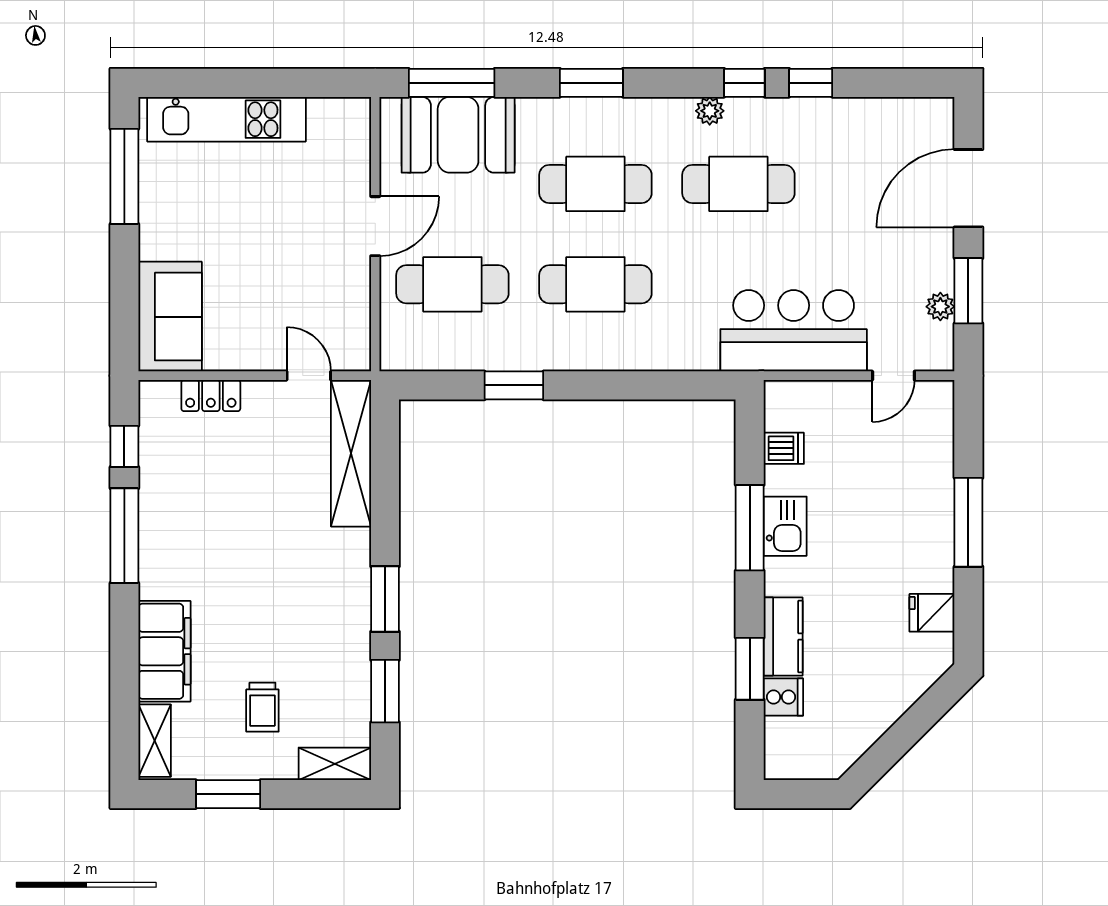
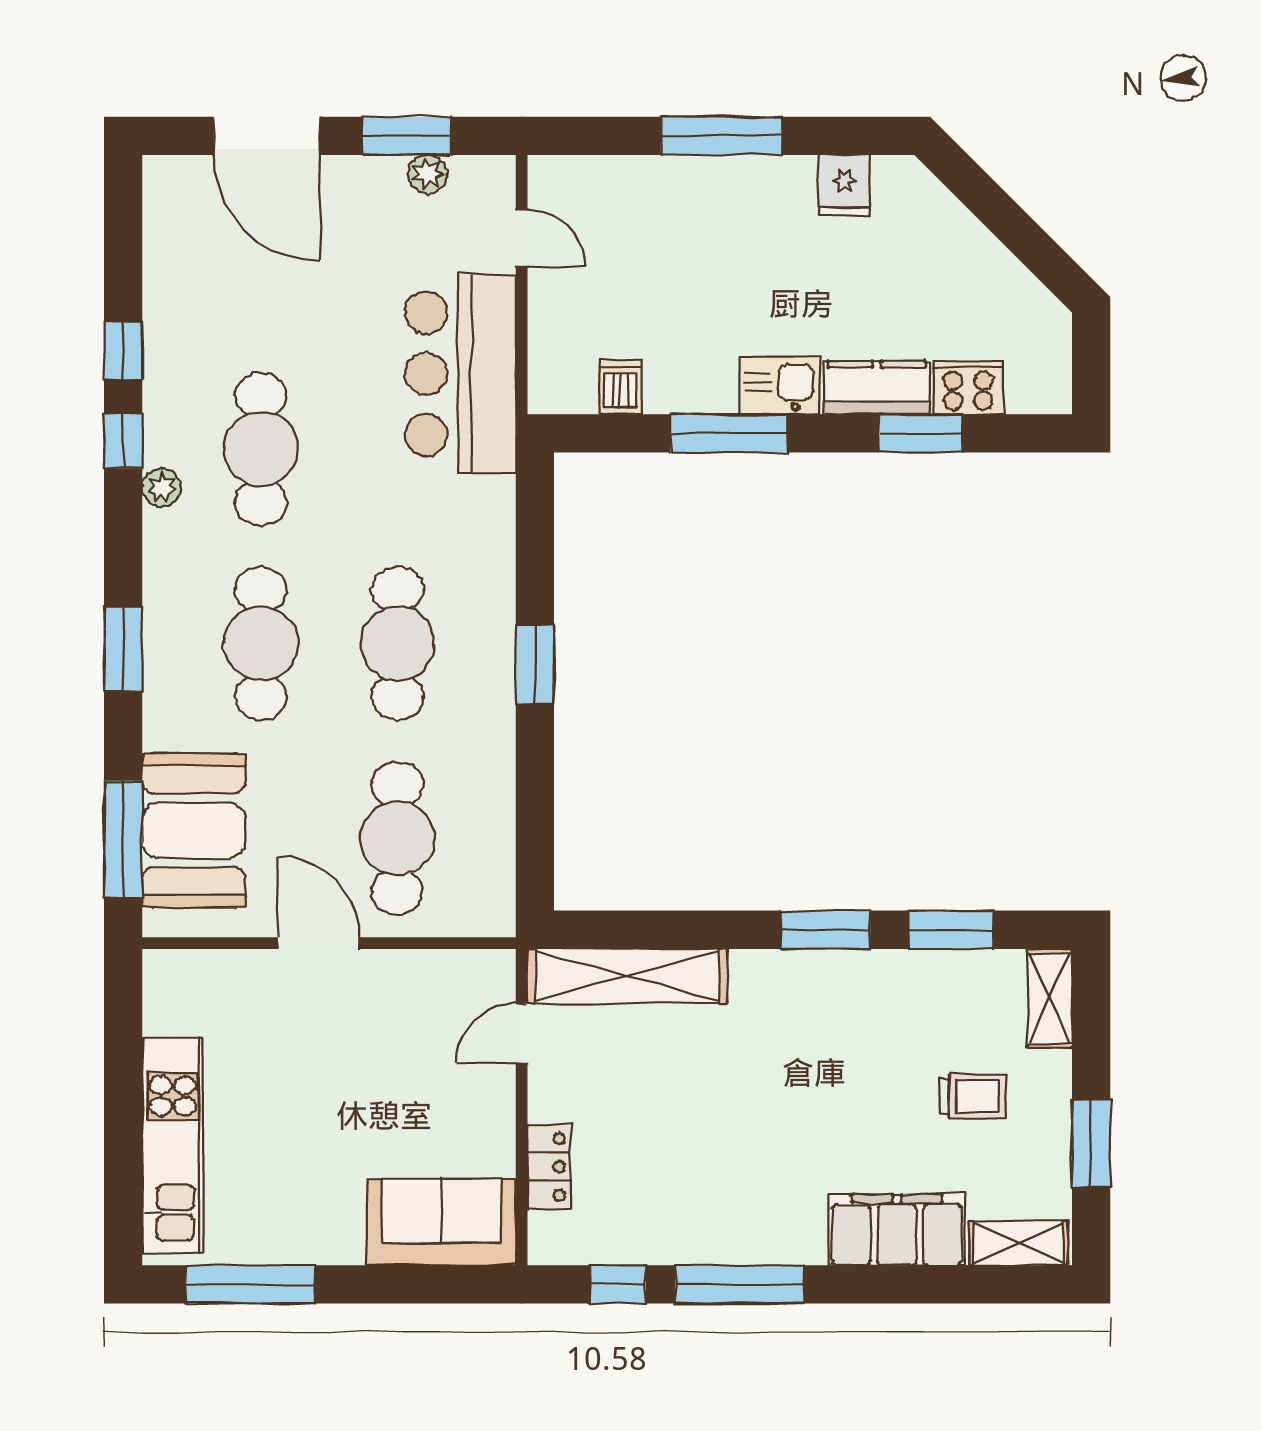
window: (514, 385) -> (535, 664), moved
kitchen sink: (785, 526) -> (779, 385), moved
cooker: (783, 697) -> (968, 388), width x1.36

